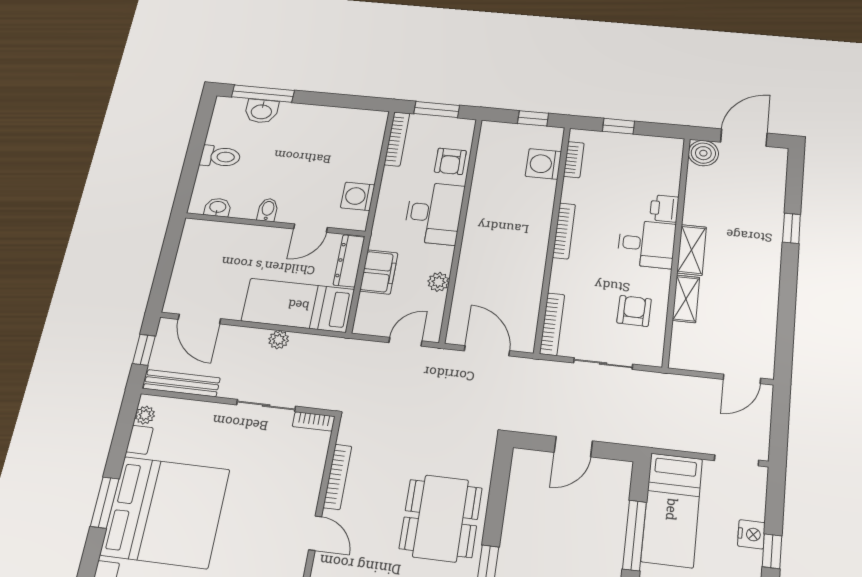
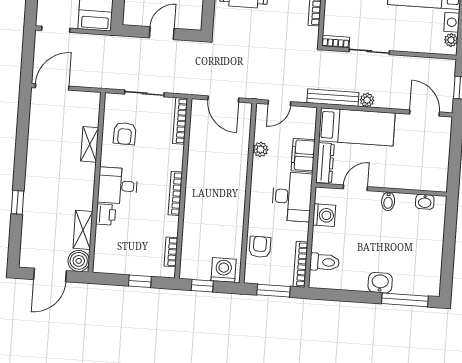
washbasin: (261, 111) -> (380, 283), moved
toilet: (220, 157) -> (325, 262), moved, turned 180
washing machine: (543, 164) -> (224, 270), moved, turned -90
desk: (434, 213) -> (292, 197), moved, turned 180
shelving: (692, 250) -> (83, 230), moved
door: (742, 379) -> (52, 87), width x1.38
bench: (182, 383) -> (333, 98), moved

